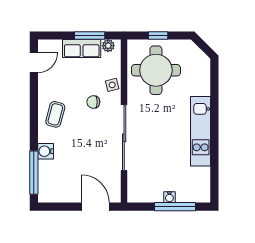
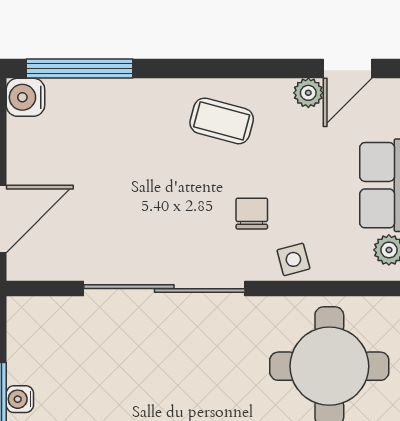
door: (34, 63) -> (348, 69), hinge flipped
plant: (44, 79) -> (308, 93), added
water cooler: (46, 151) -> (25, 97), moved, turned -90

